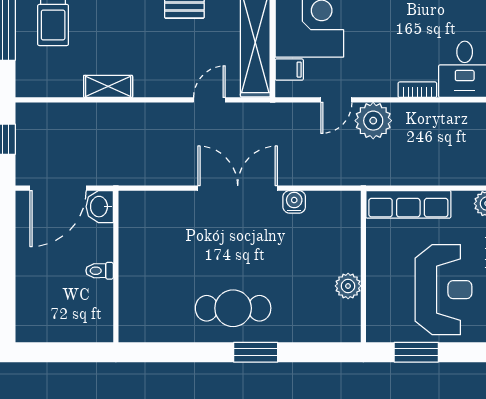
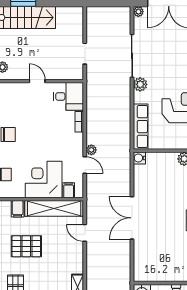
plant: (373, 121) -> (91, 150), width x0.53, depth x0.53
water cooler: (294, 202) -> (139, 158), moved

